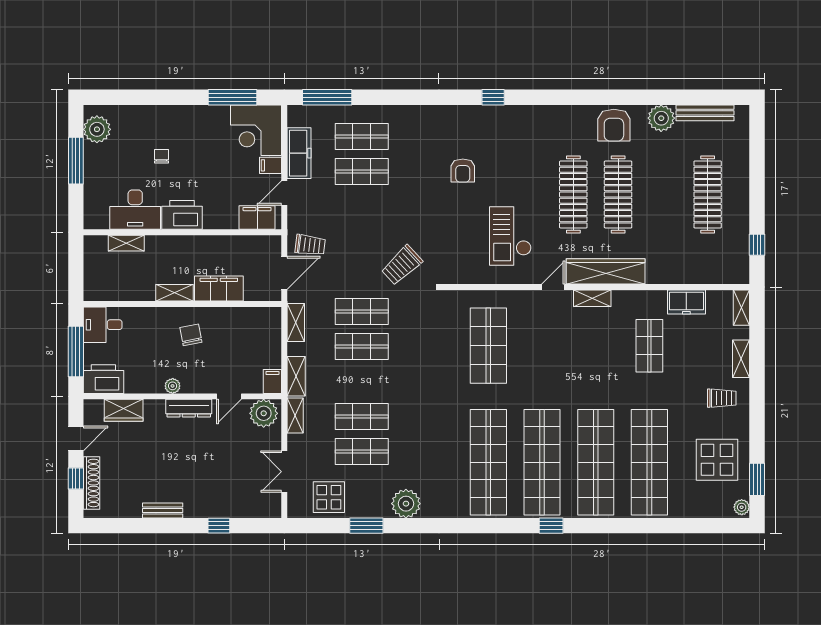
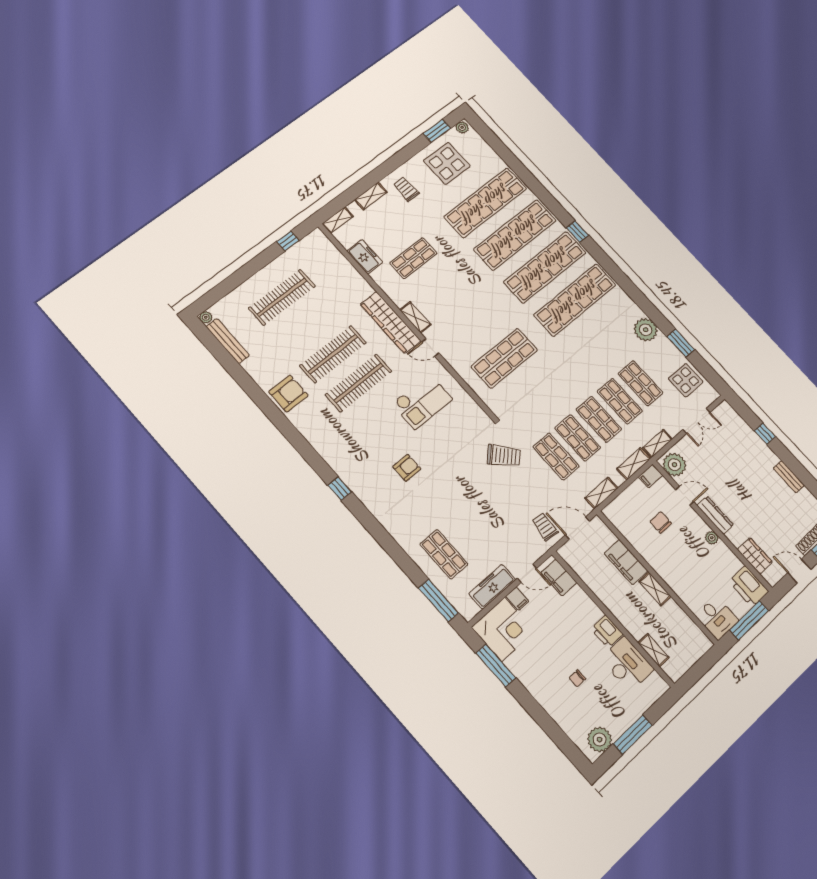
plant: (661, 118) -> (206, 317), moved, width x0.53, depth x0.53
shop shelf: (362, 171) -> (599, 419), moved
printer: (182, 215) -> (607, 631), width x0.73, depth x0.84
chair: (191, 335) -> (661, 522), moved, turned 101

